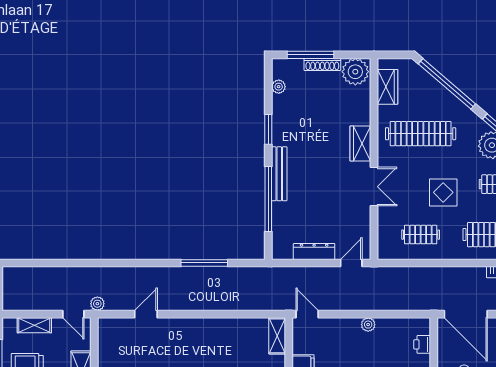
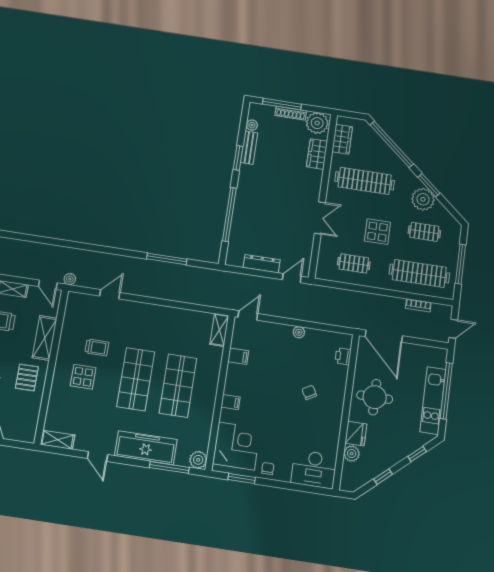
wardrobe: (360, 143) -> (317, 154), moved
bench: (279, 174) -> (249, 148), moved, width x0.73
door: (307, 314) -> (248, 315), hinge flipped

